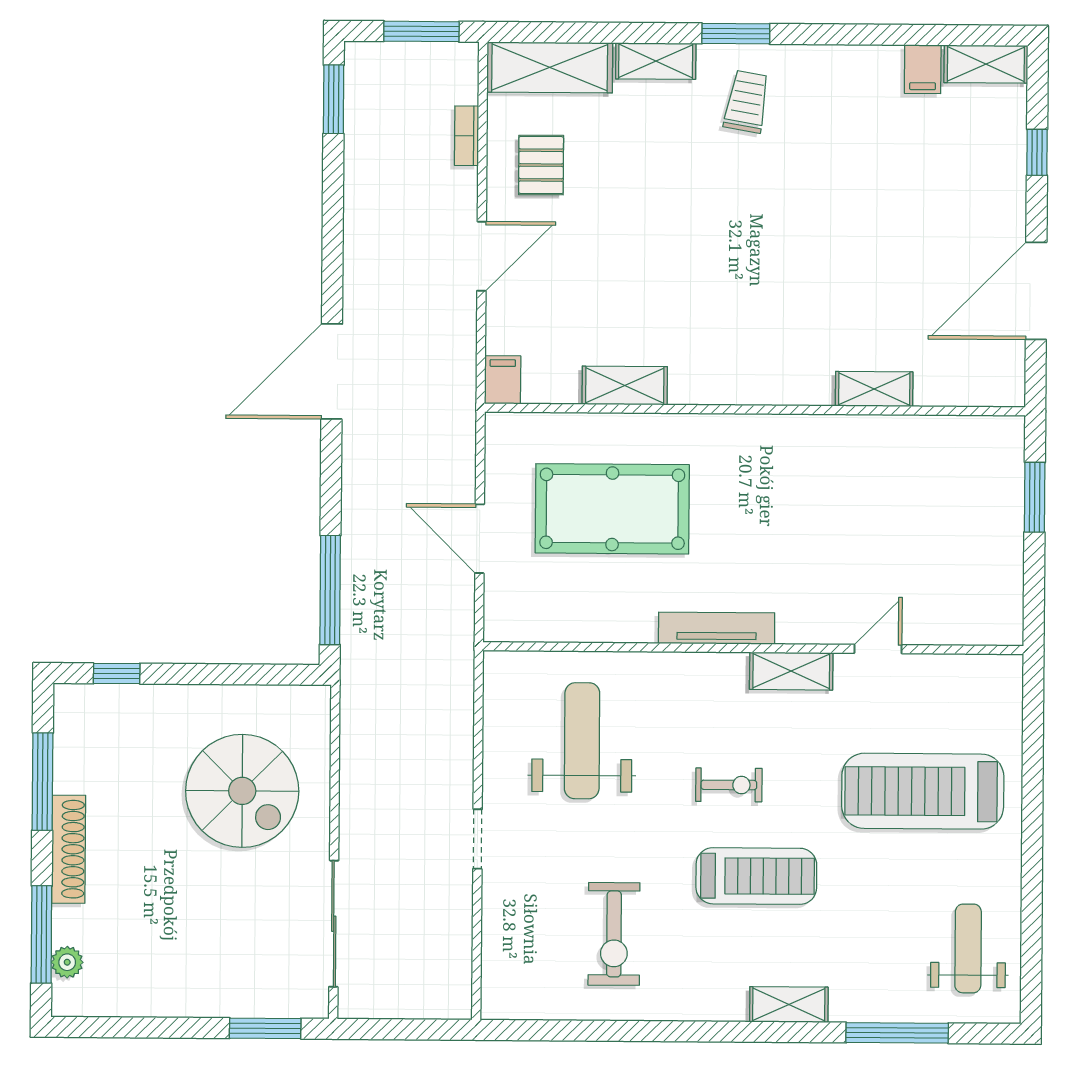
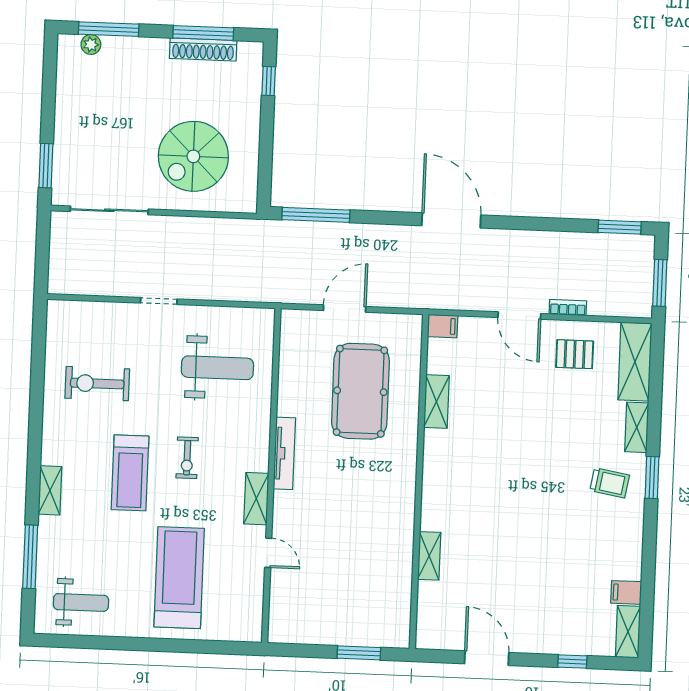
bookcase: (467, 136) -> (568, 308), moved
door: (1036, 291) -> (487, 658), width x0.73
shoe rack: (69, 849) -> (203, 49), moved

